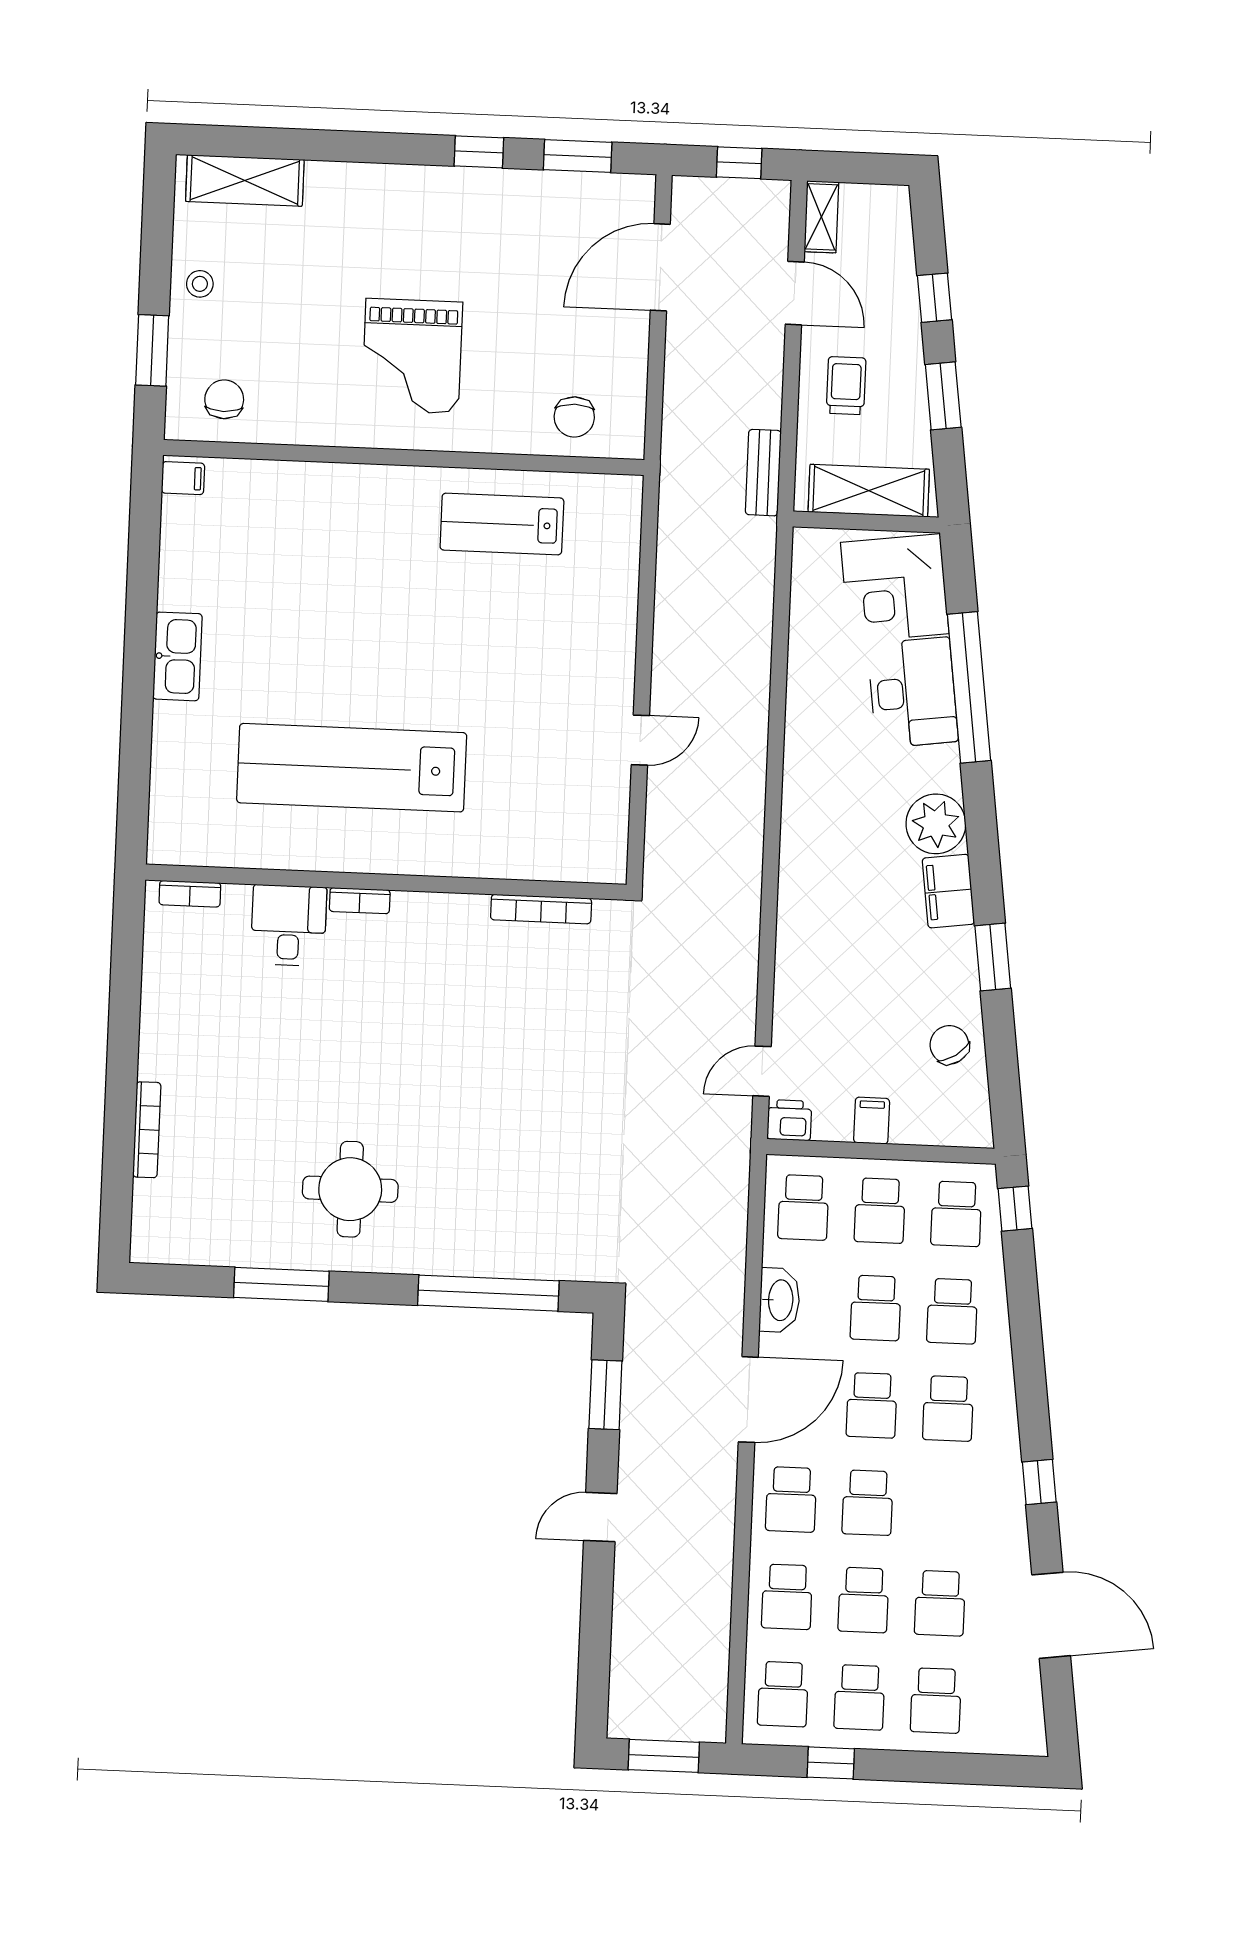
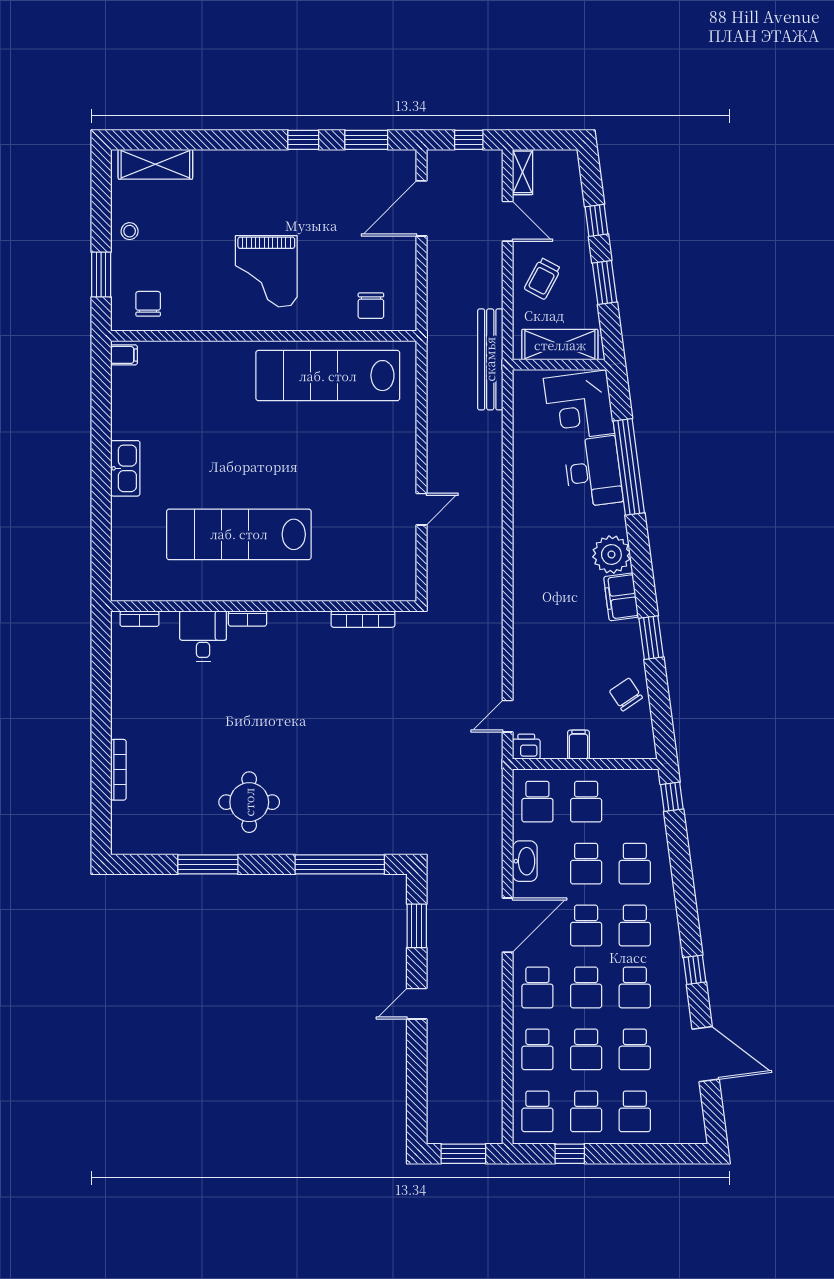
trolley: (846, 386) -> (543, 279), turned -152
bench: (763, 473) -> (490, 359), width x1.86, depth x1.21
lab bench: (502, 524) -> (328, 376), width x1.86, depth x1.39
school desk: (956, 1214) -> (635, 987), moved

